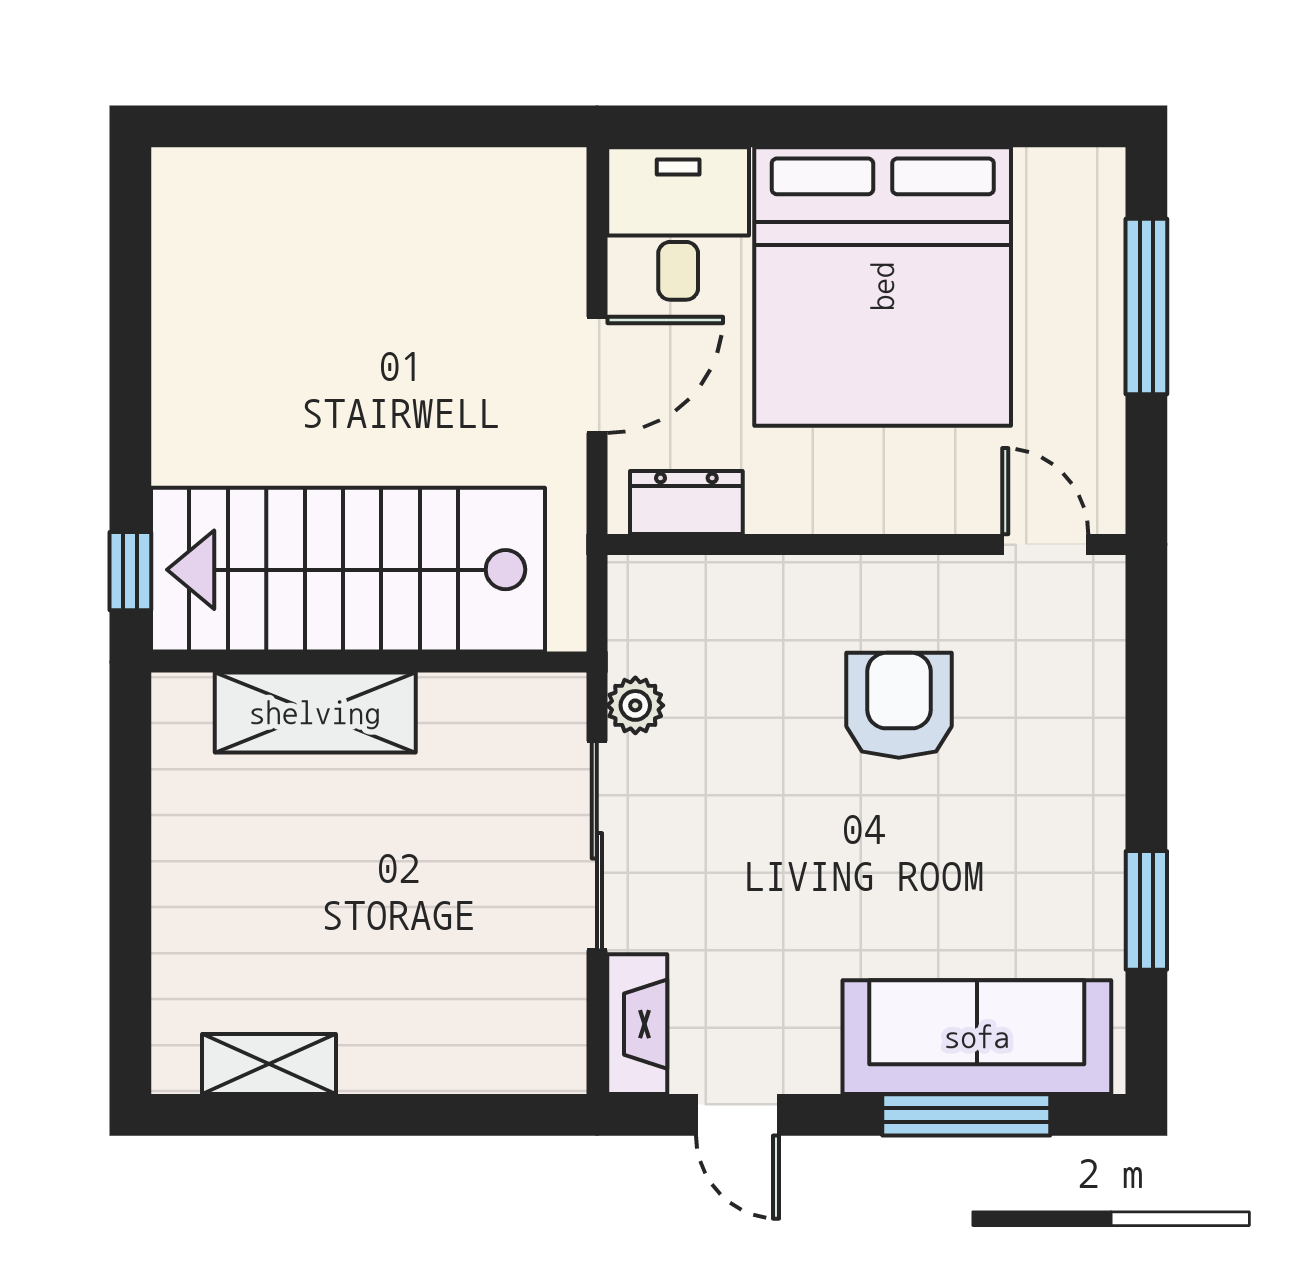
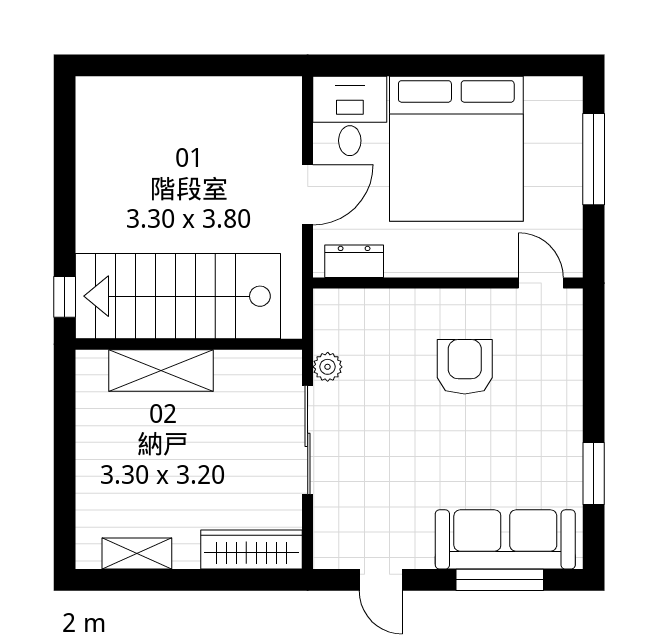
fireplace: (637, 1024) -> (329, 533), removed
wardrobe: (489, 1056) -> (251, 550), added

